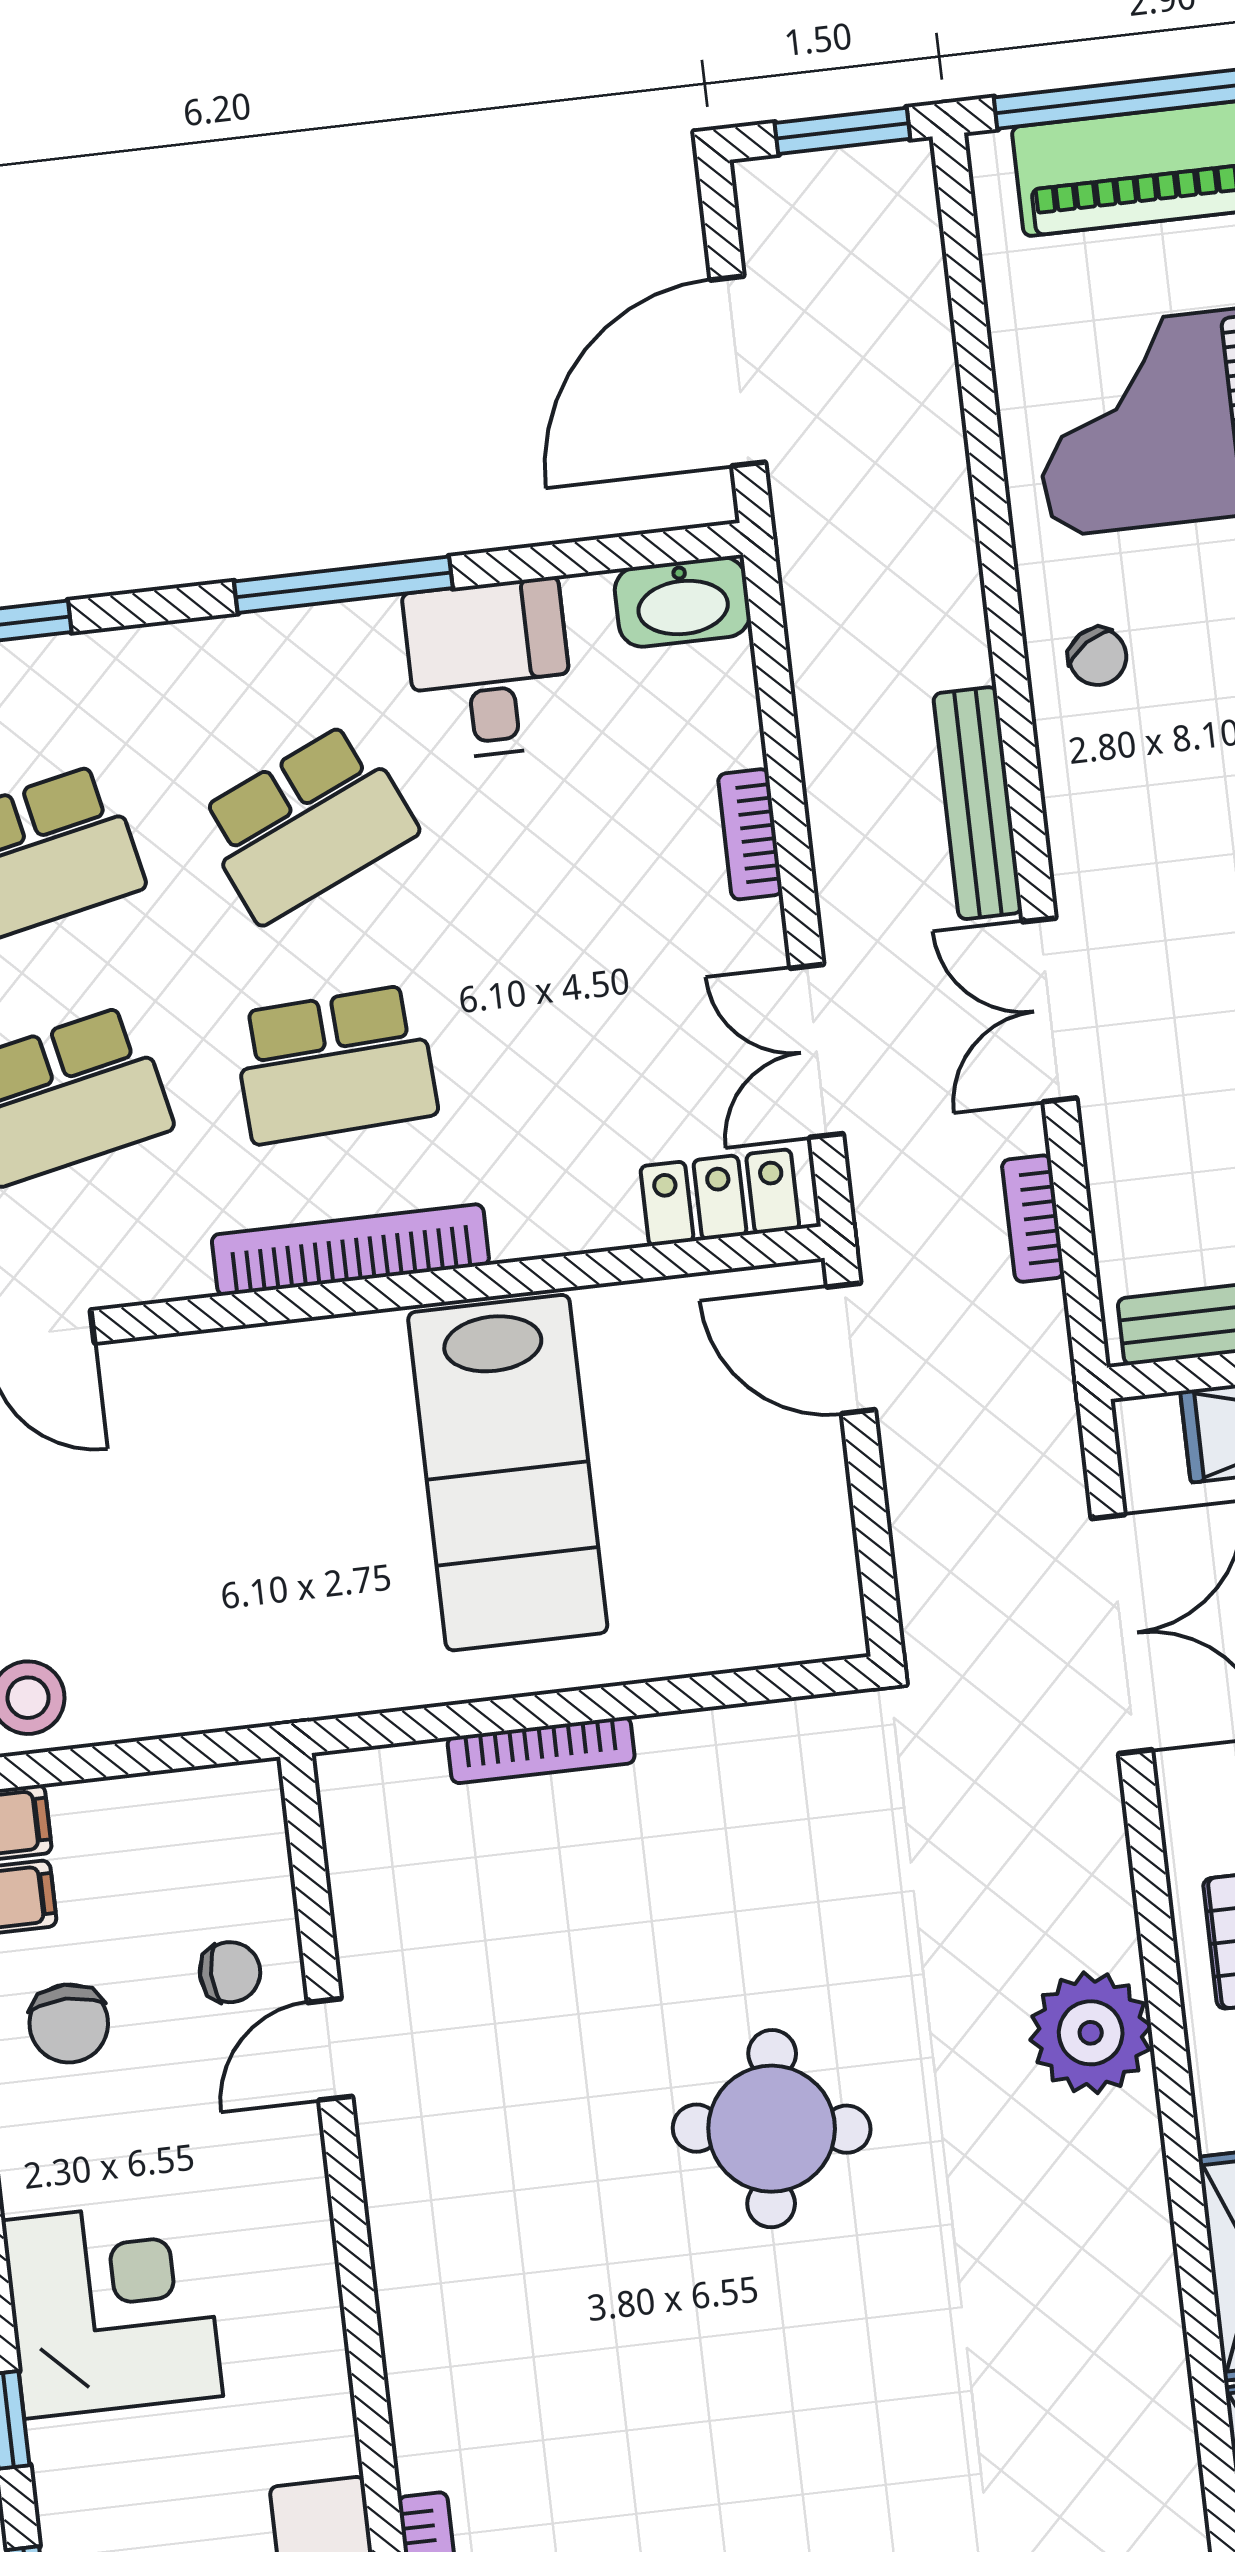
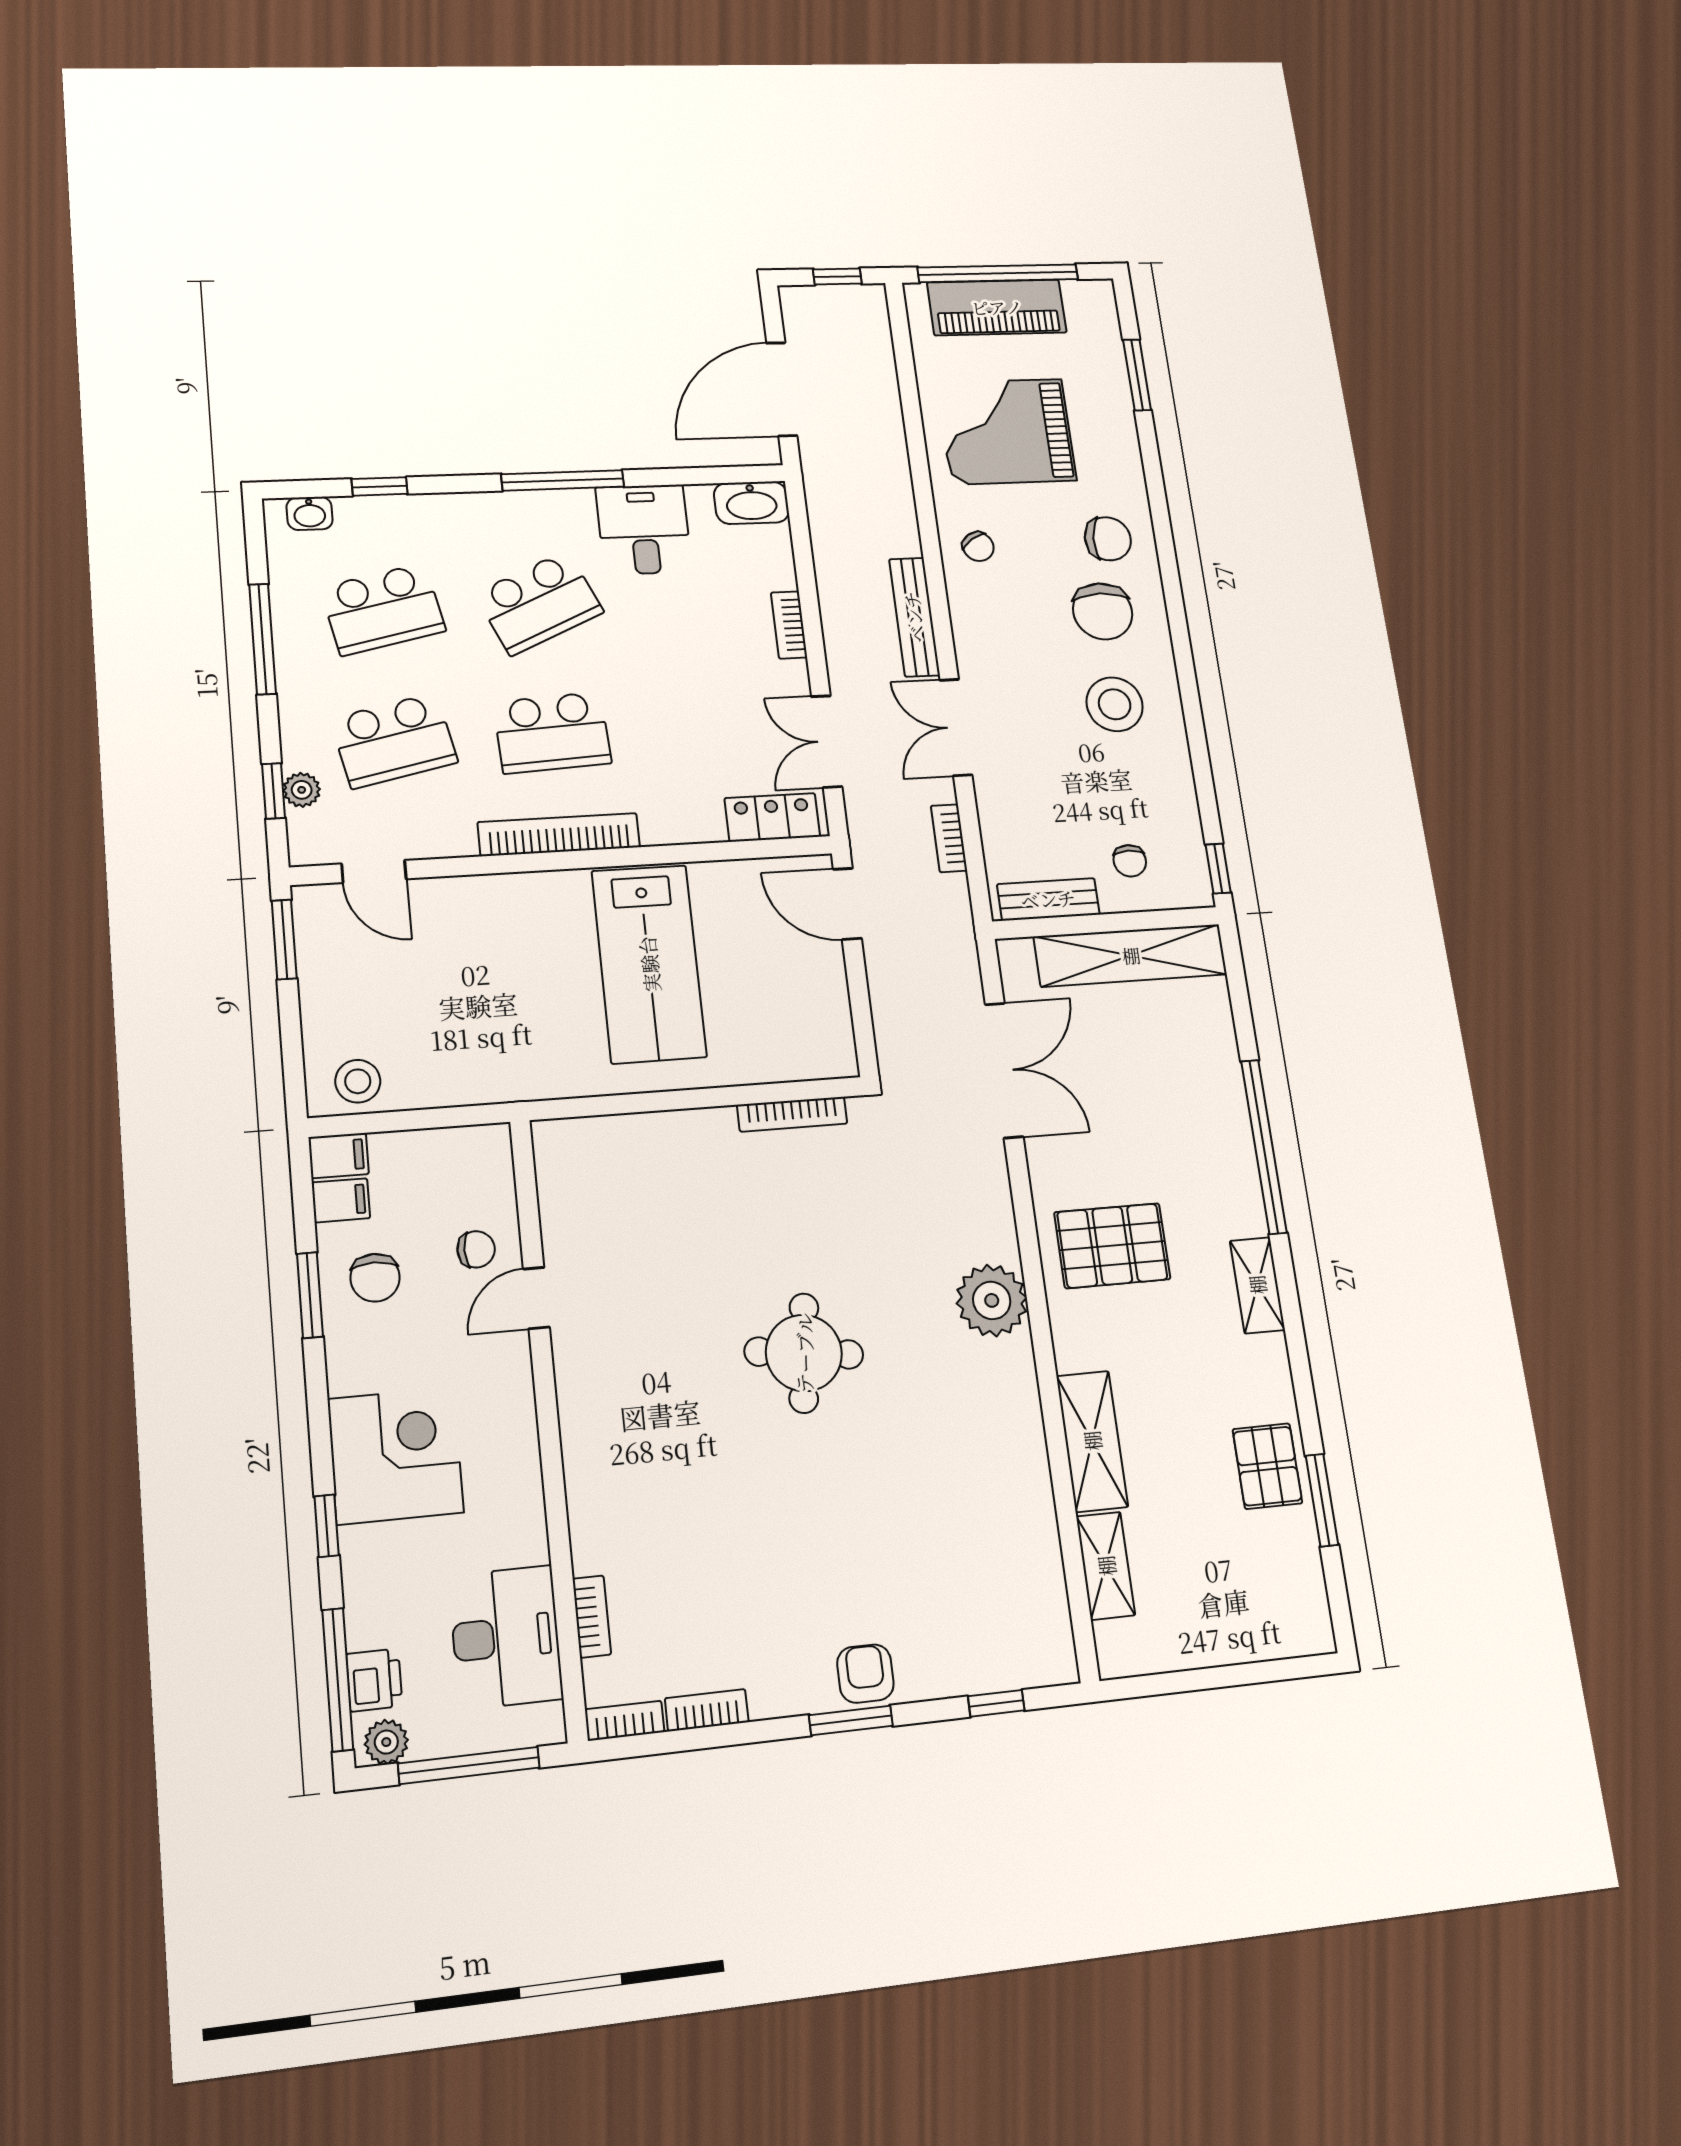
window: (842, 131) -> (837, 277), width x0.67
bookcase: (541, 1750) -> (792, 1114), moved

